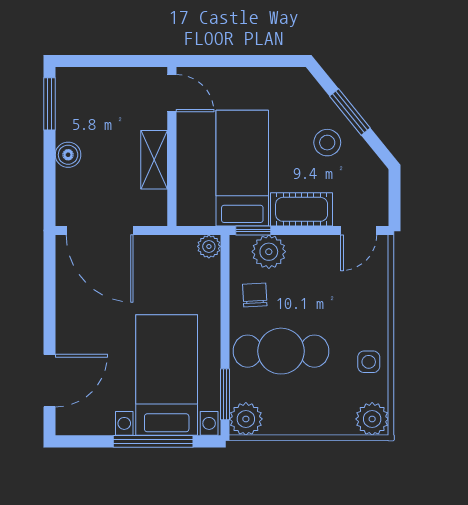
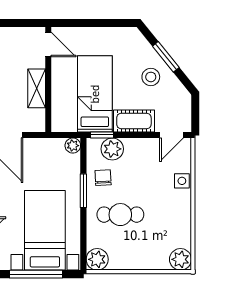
cafe table: (281, 351) -> (120, 215), width x0.73, depth x0.74
side table: (369, 362) -> (182, 181), moved
window: (225, 394) -> (83, 191), moved

